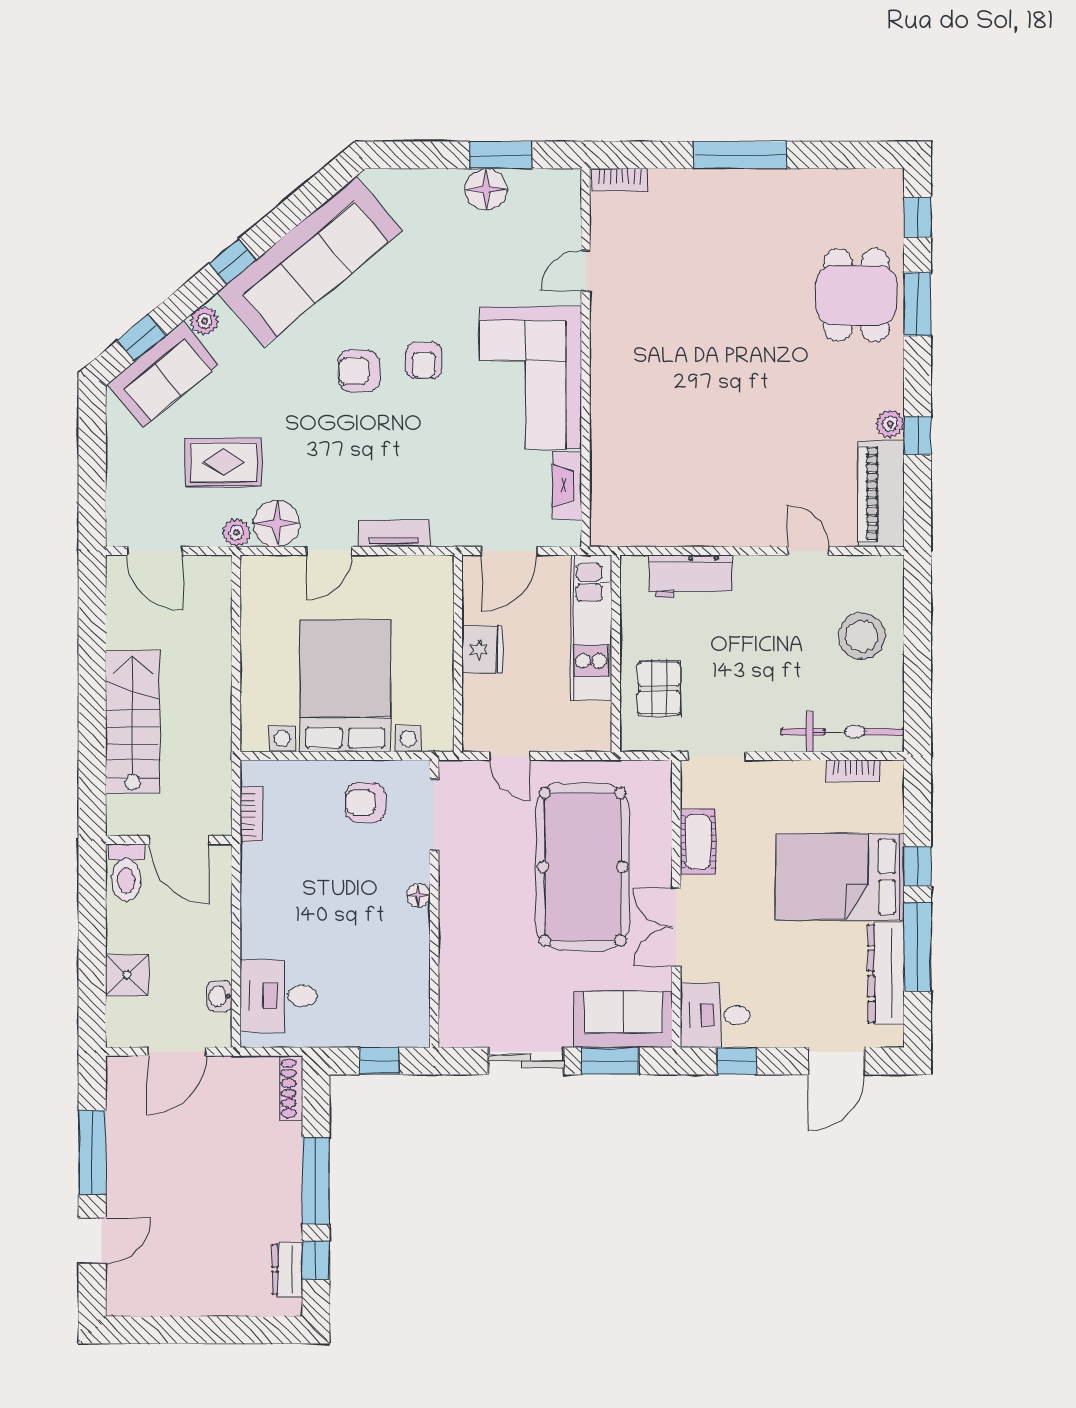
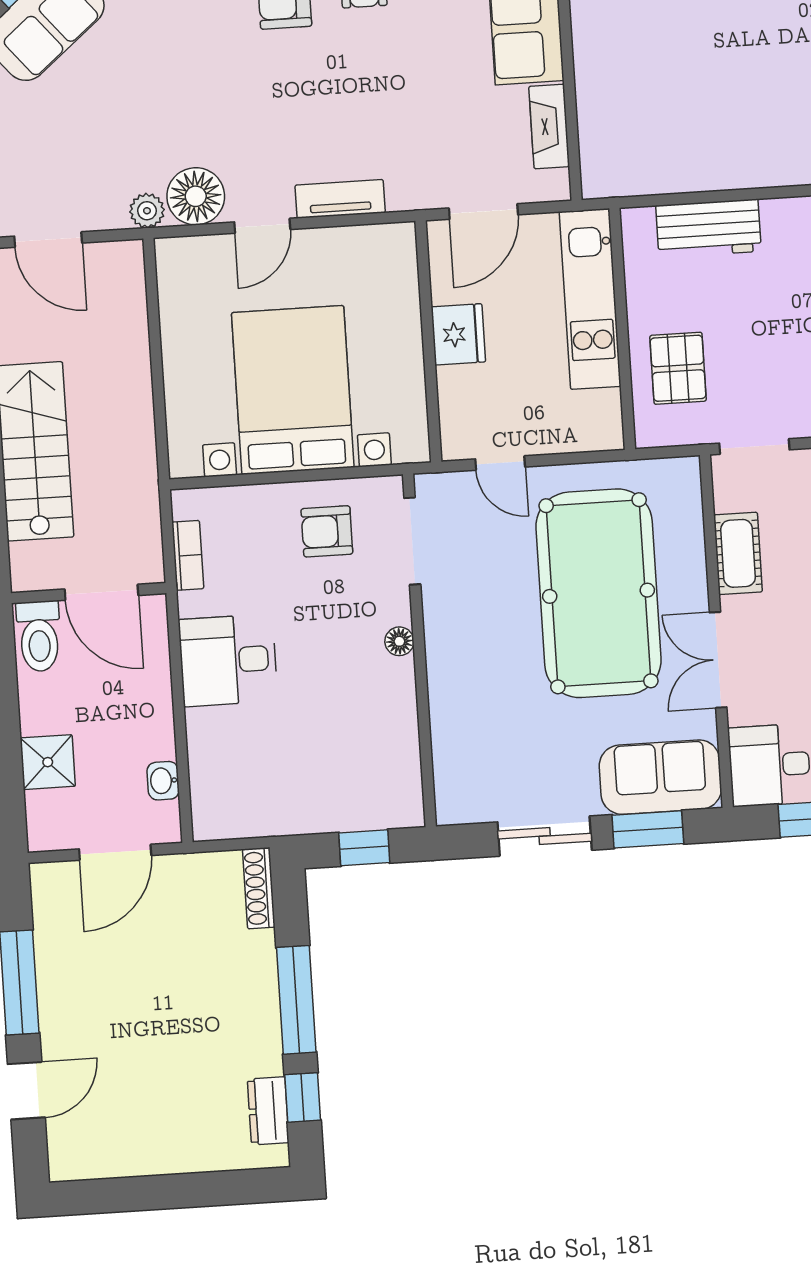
rug: (224, 462) -> (126, 126), removed
desk: (279, 996) -> (228, 660), moved

